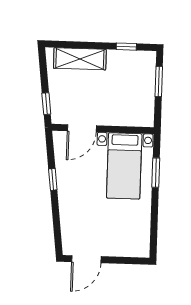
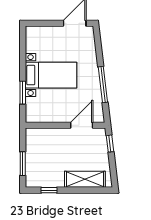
bed with nightstands: (124, 166) -> (51, 75), moved, turned 90
window: (53, 179) -> (103, 85), width x2.17

